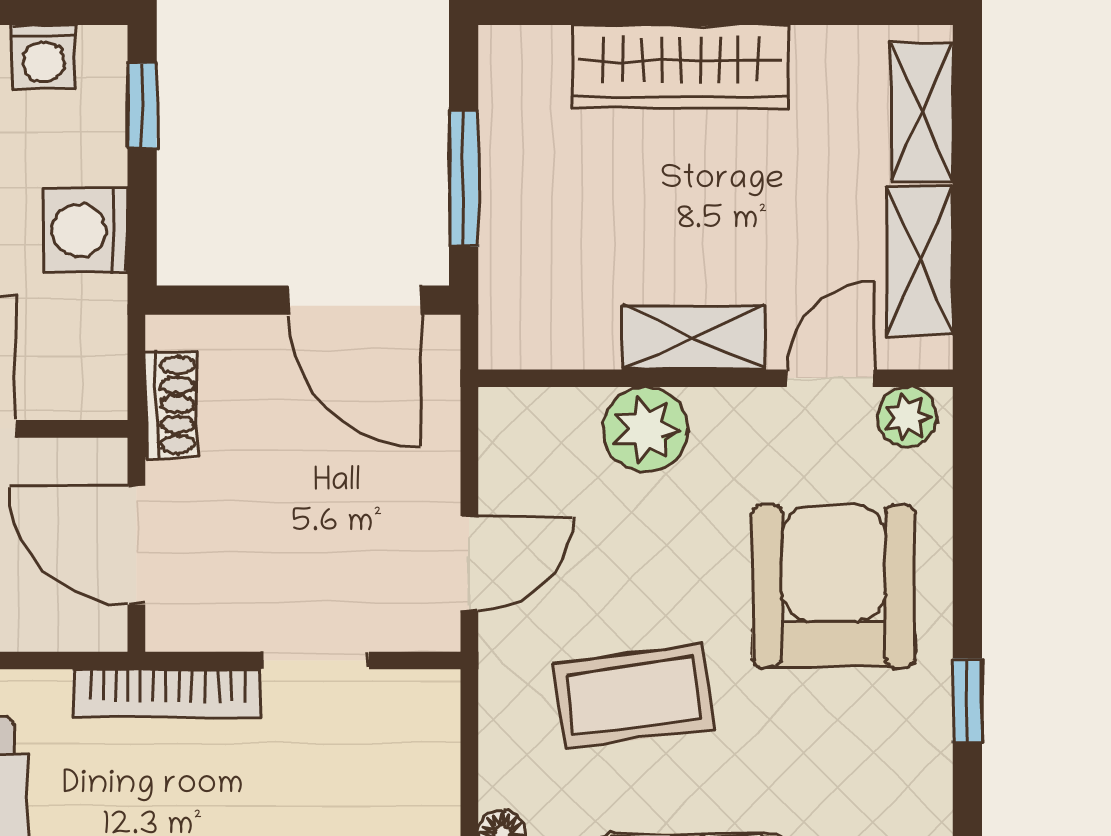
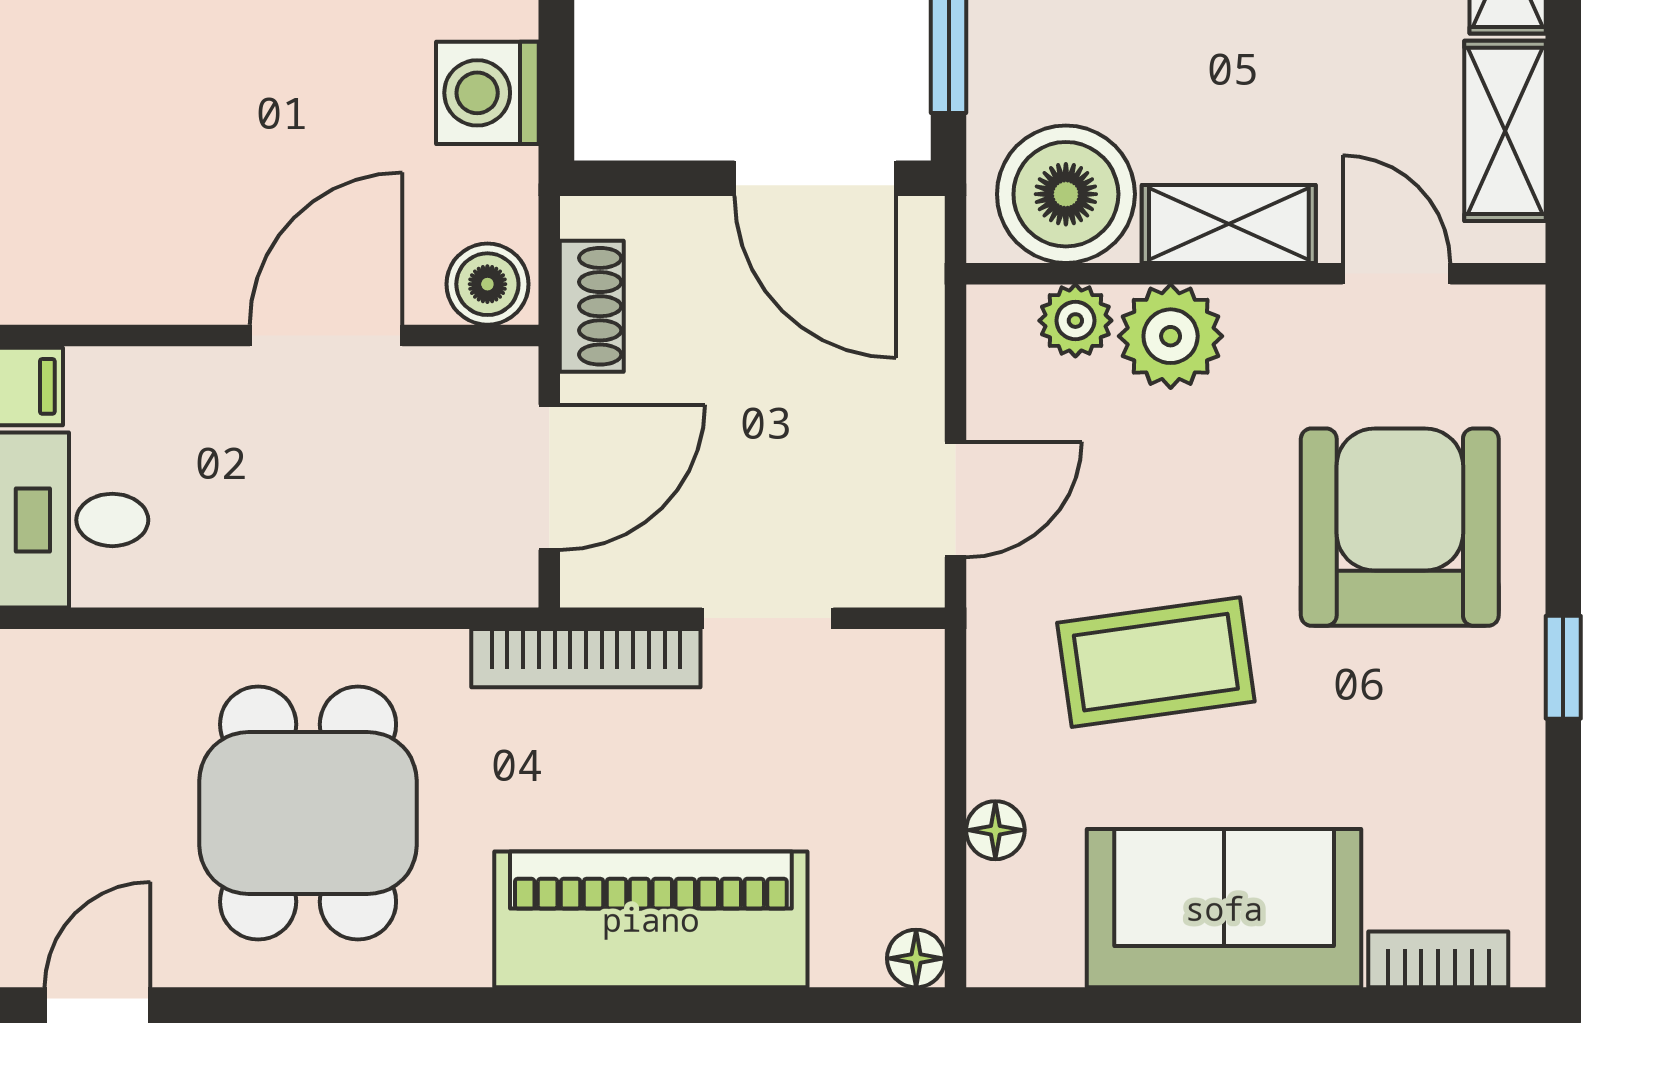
boiler: (560, 313) -> (1066, 194), added
door: (831, 378) -> (1396, 274), hinge flipped
boiler: (86, 387) -> (487, 284), added
plant: (907, 417) -> (1075, 321), moved
door: (136, 545) -> (549, 477), swing flipped

